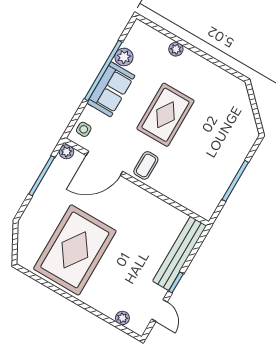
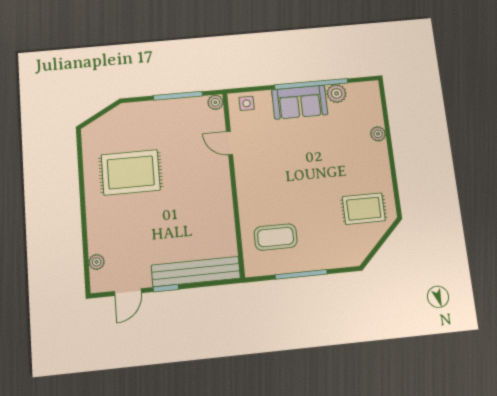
rug: (165, 115) -> (364, 209), moved, width x0.73, depth x0.70
door: (104, 163) -> (230, 143), width x0.53
coffee table: (146, 165) -> (276, 237), moved, width x1.36, depth x1.30
rug: (75, 250) -> (131, 172), width x0.73, depth x0.69

